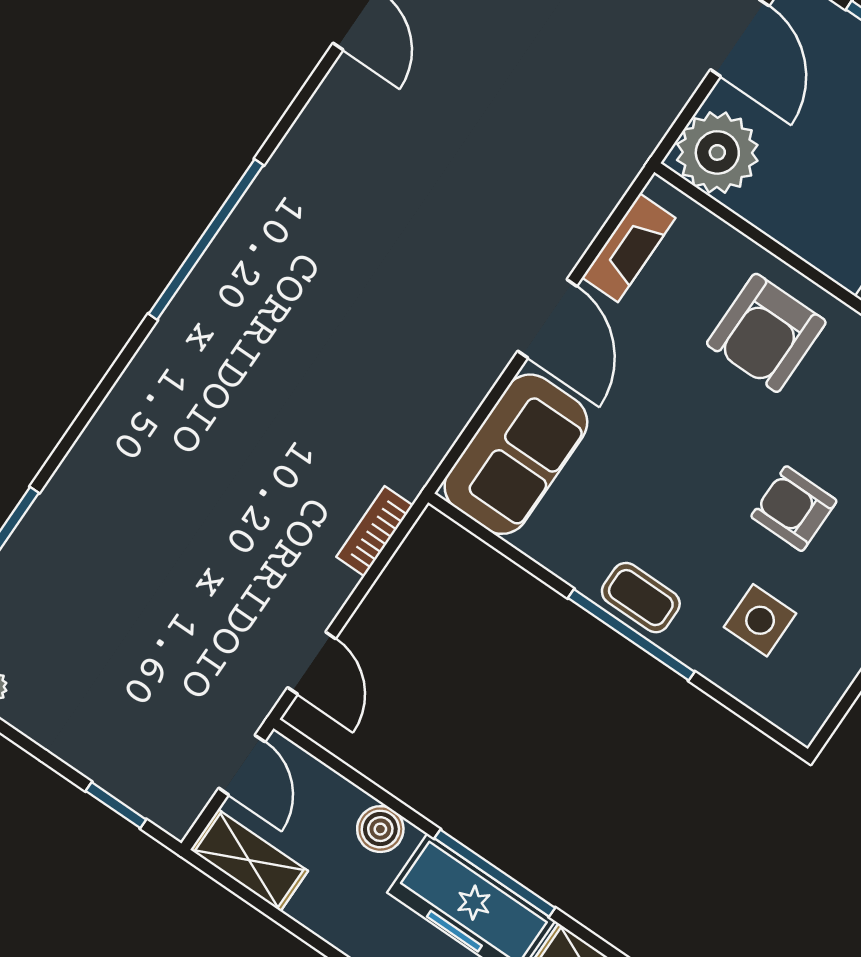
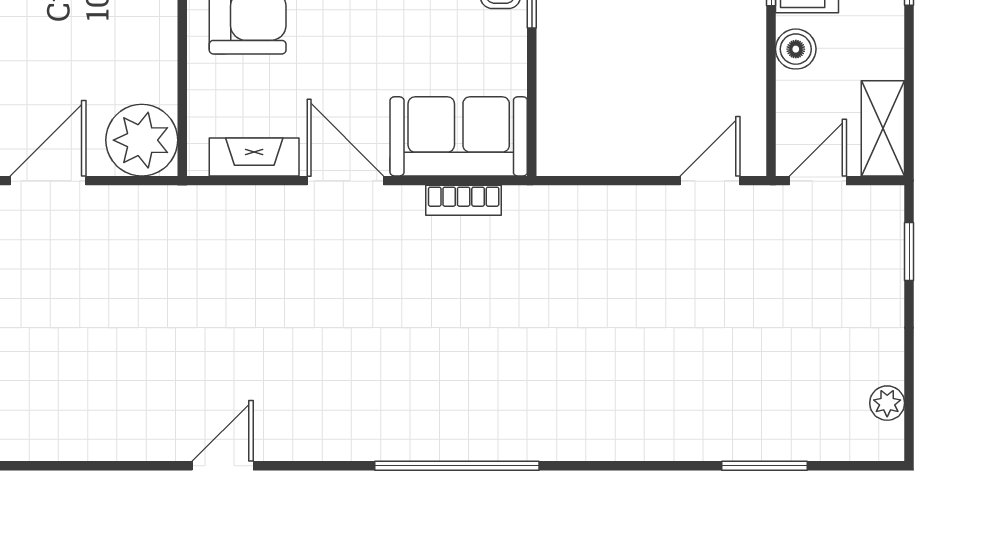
door: (547, 319) -> (345, 181), hinge flipped
bookcase: (375, 531) -> (464, 200), moved

